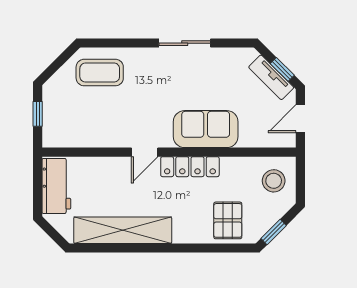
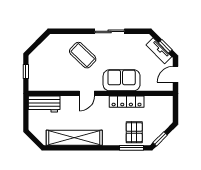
coffee table: (100, 73) -> (83, 55), moved, turned 44
locker: (190, 167) -> (127, 102), moved
stool: (274, 181) -> (160, 110), removed
workbench: (56, 186) -> (44, 104), moved, turned 90
window: (223, 248) -> (132, 148), added

